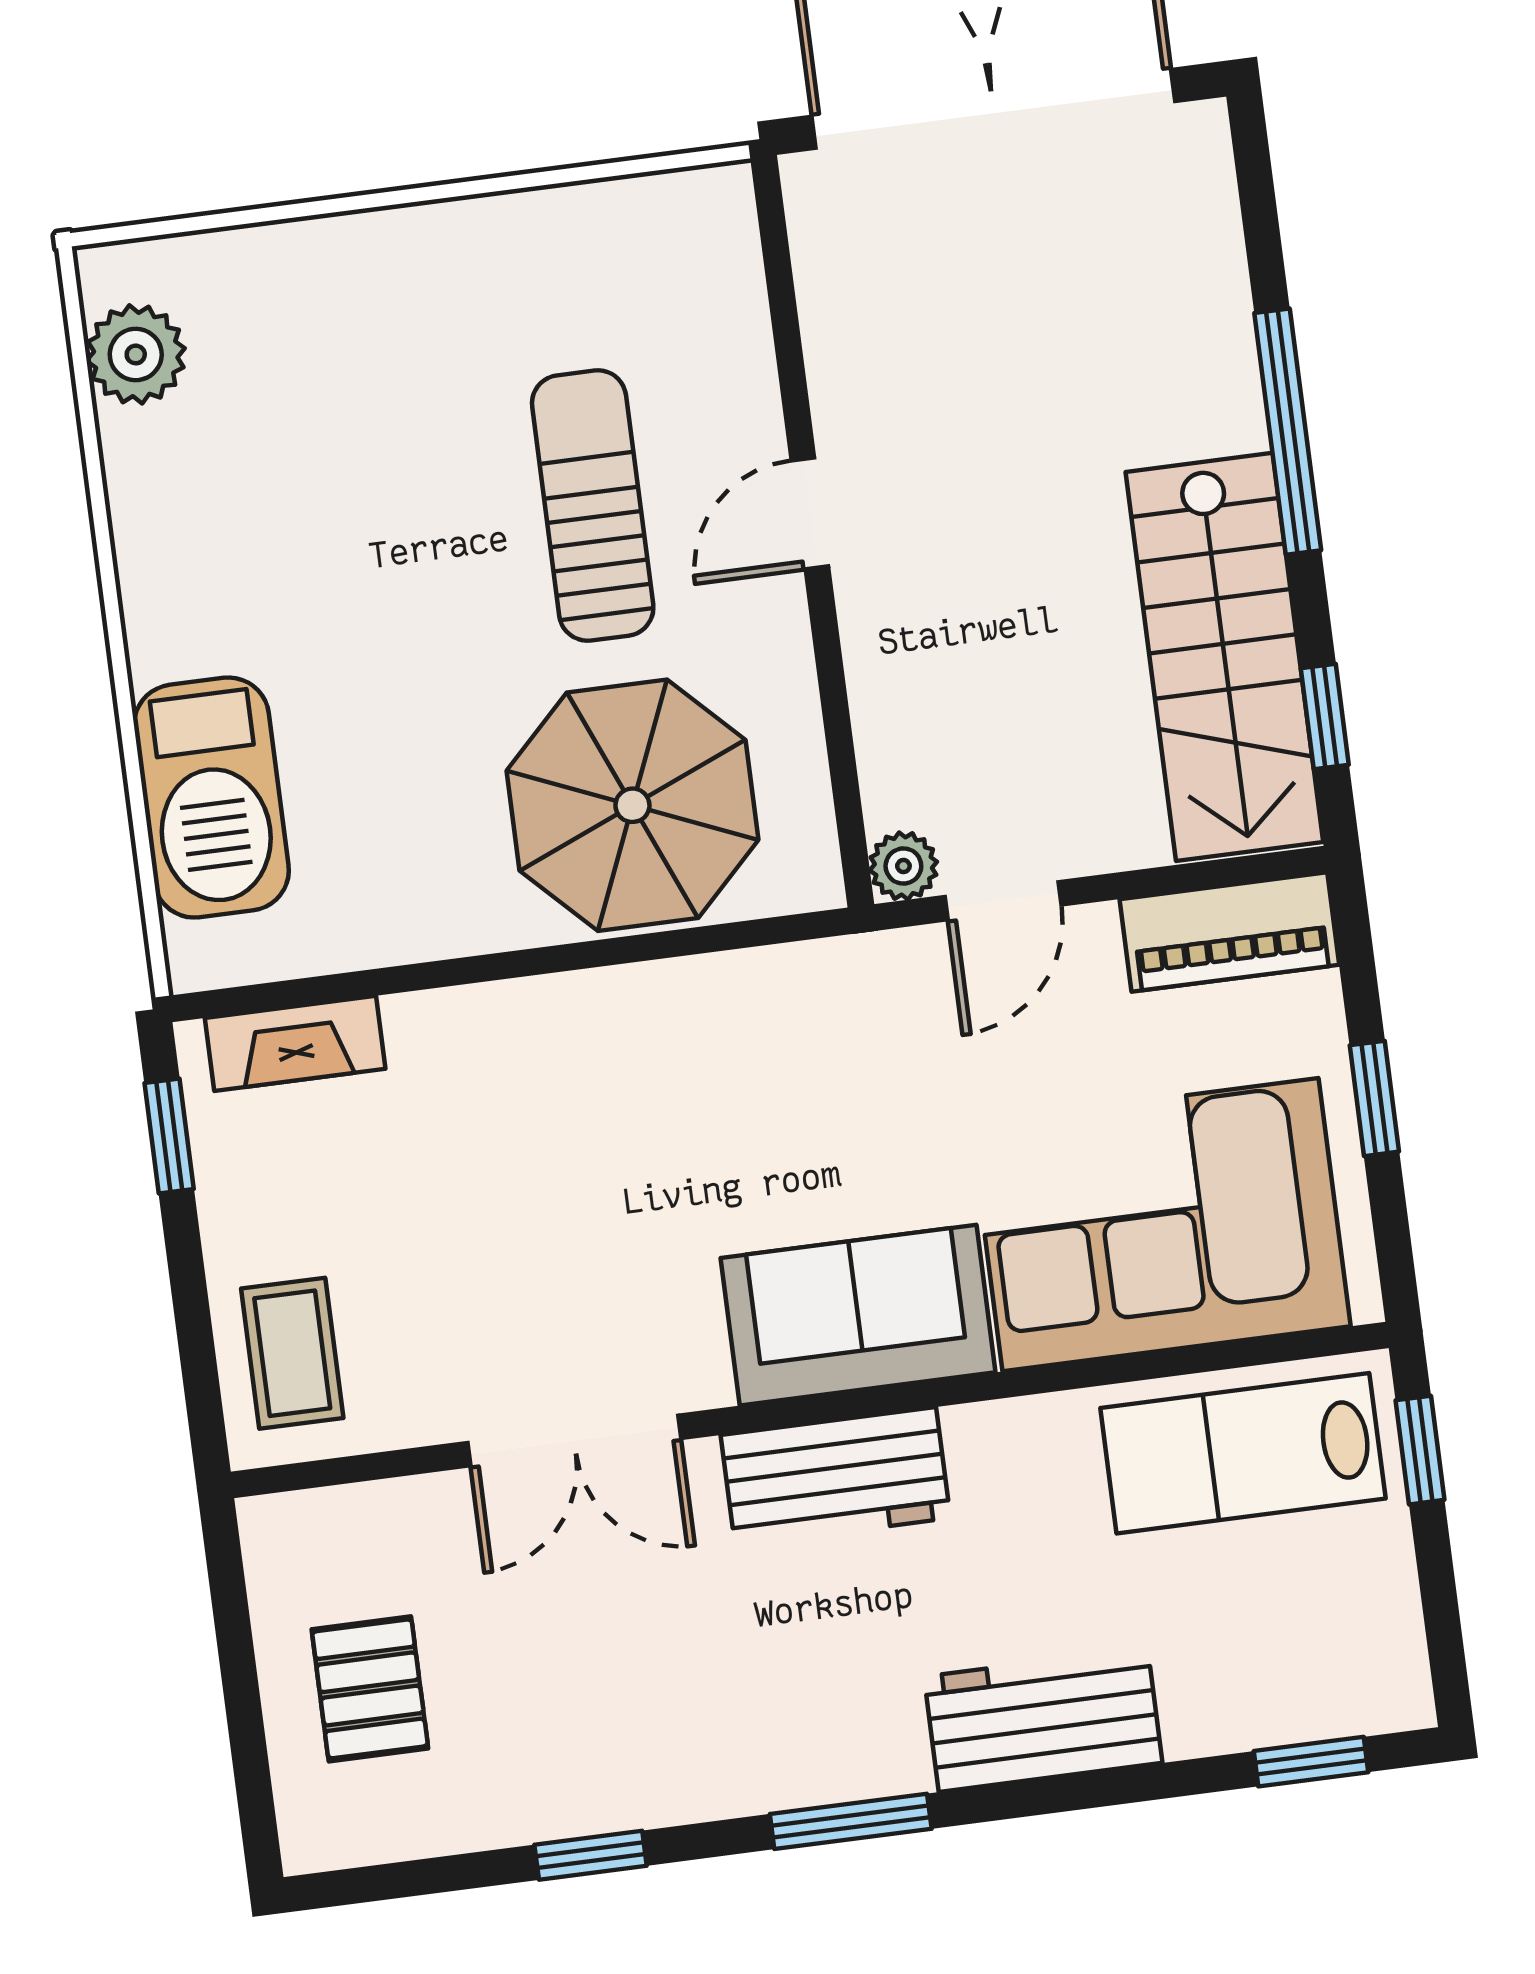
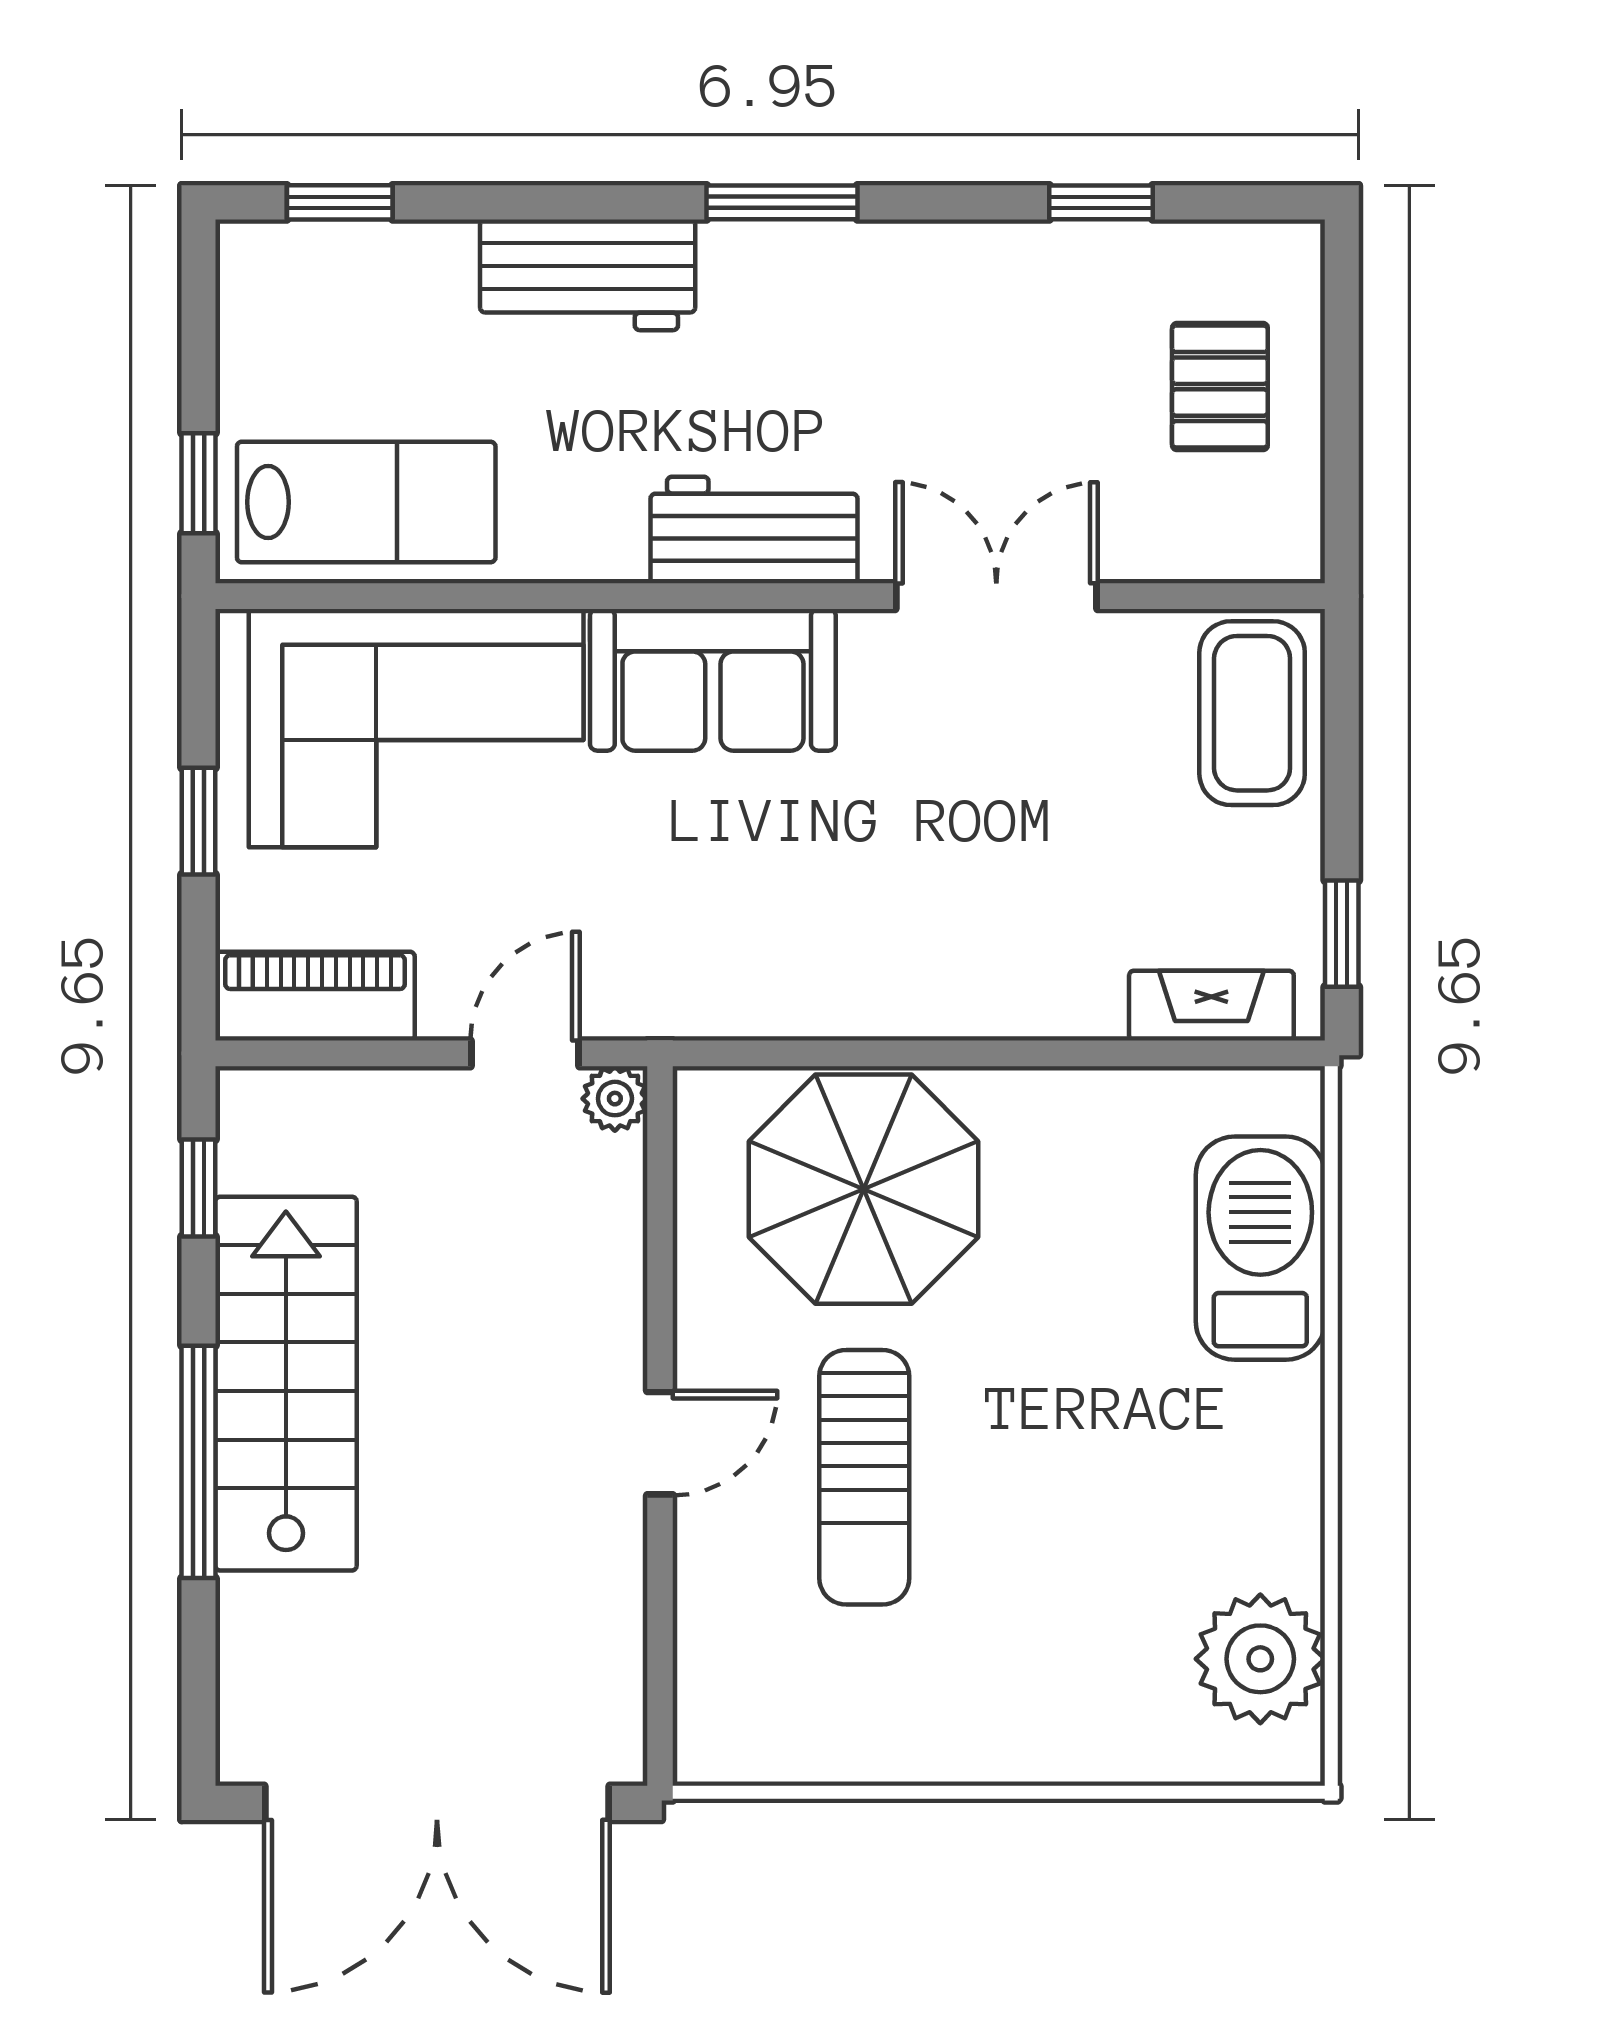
plant: (136, 354) -> (1260, 1659), width x1.36, depth x1.36
stairs: (1224, 657) -> (286, 1384), moved
coffee table: (292, 1353) -> (1252, 713), width x1.36, depth x1.30
window: (591, 1855) -> (1101, 202), moved

